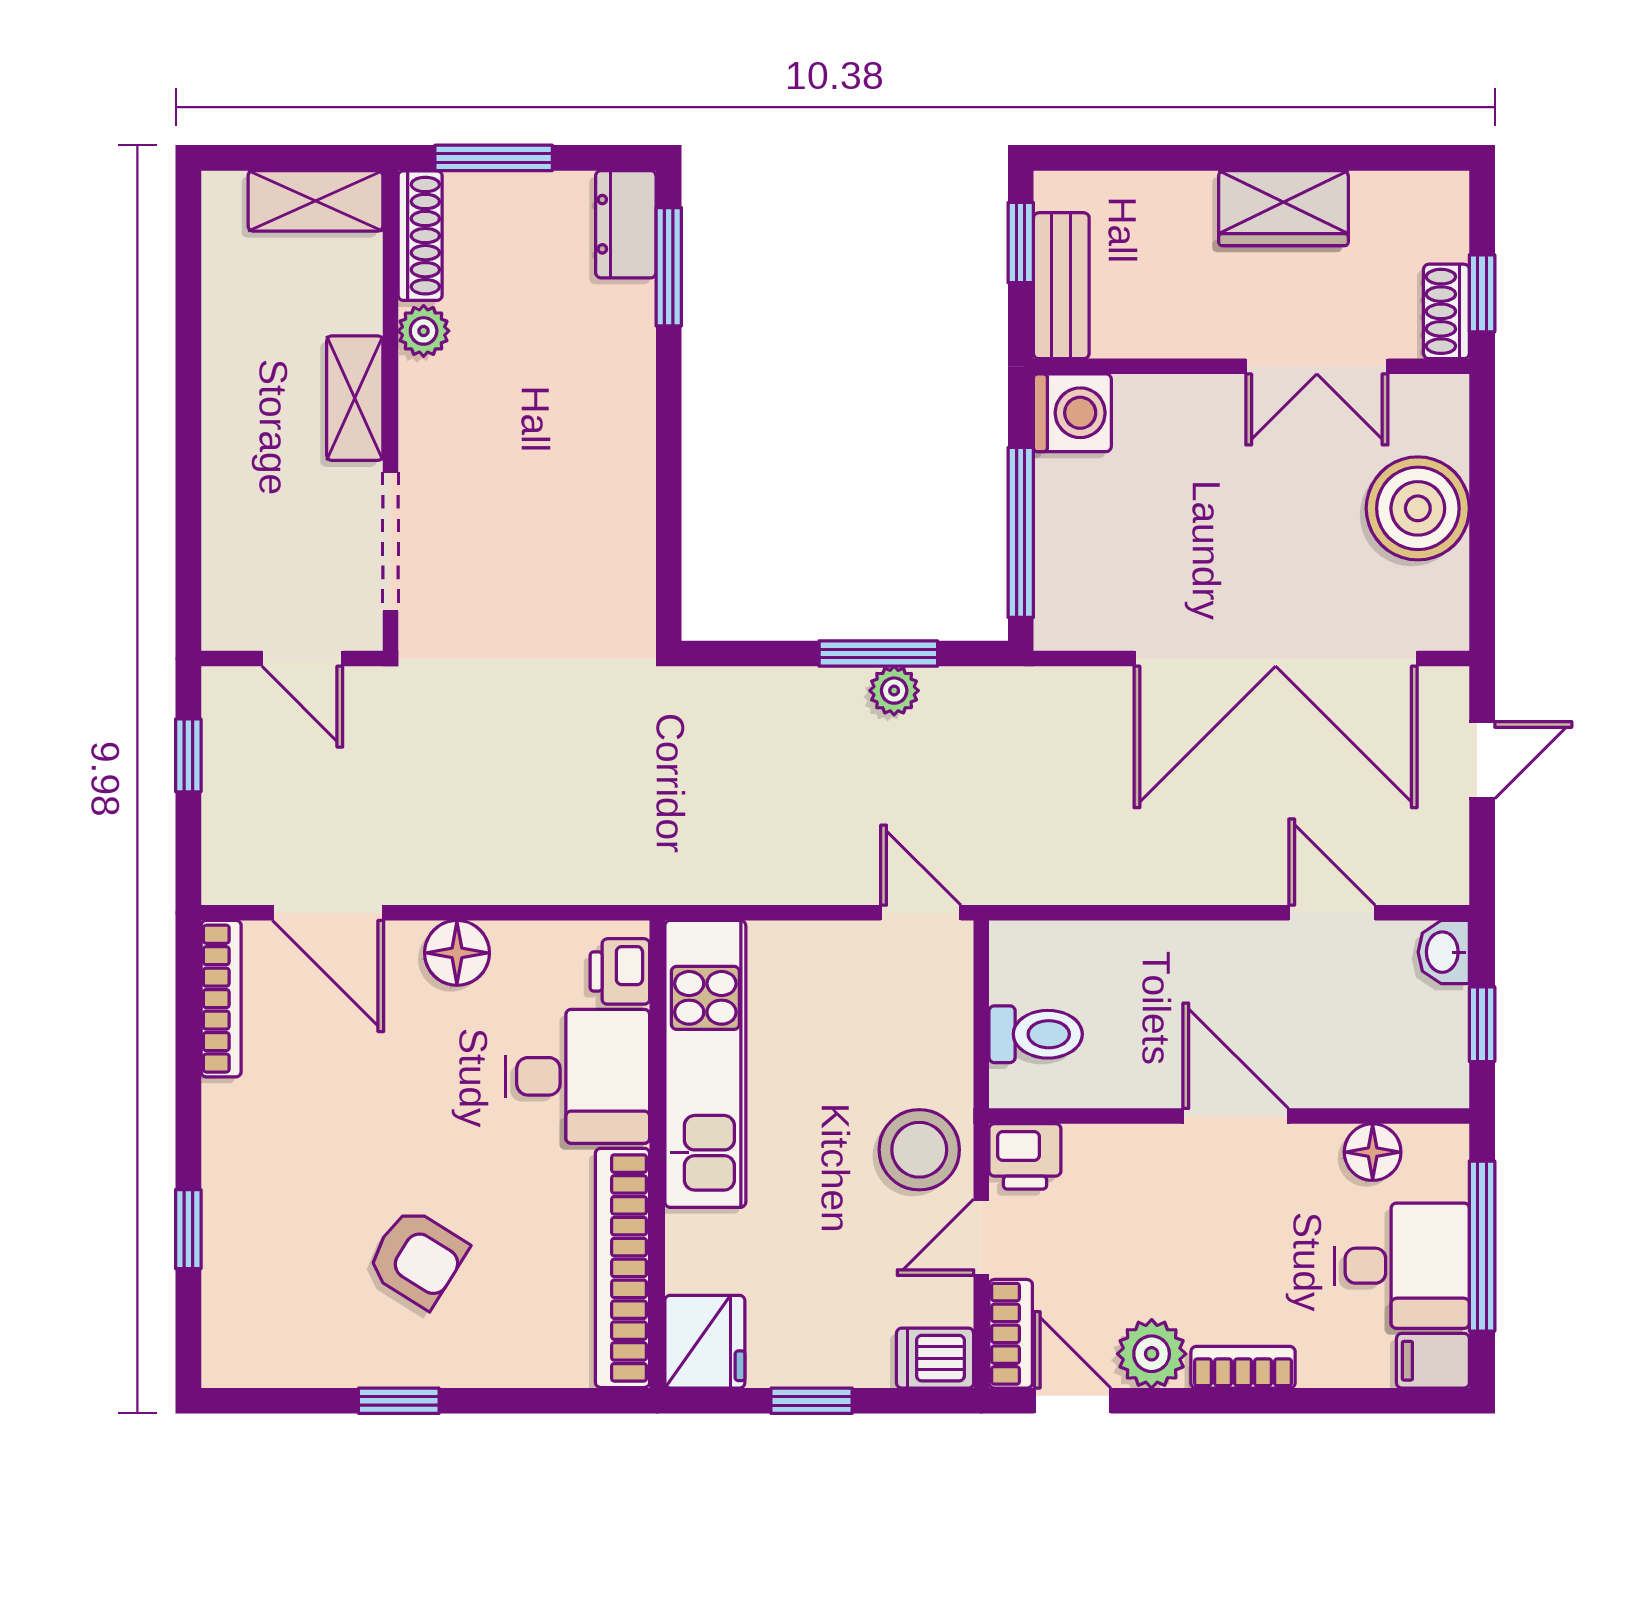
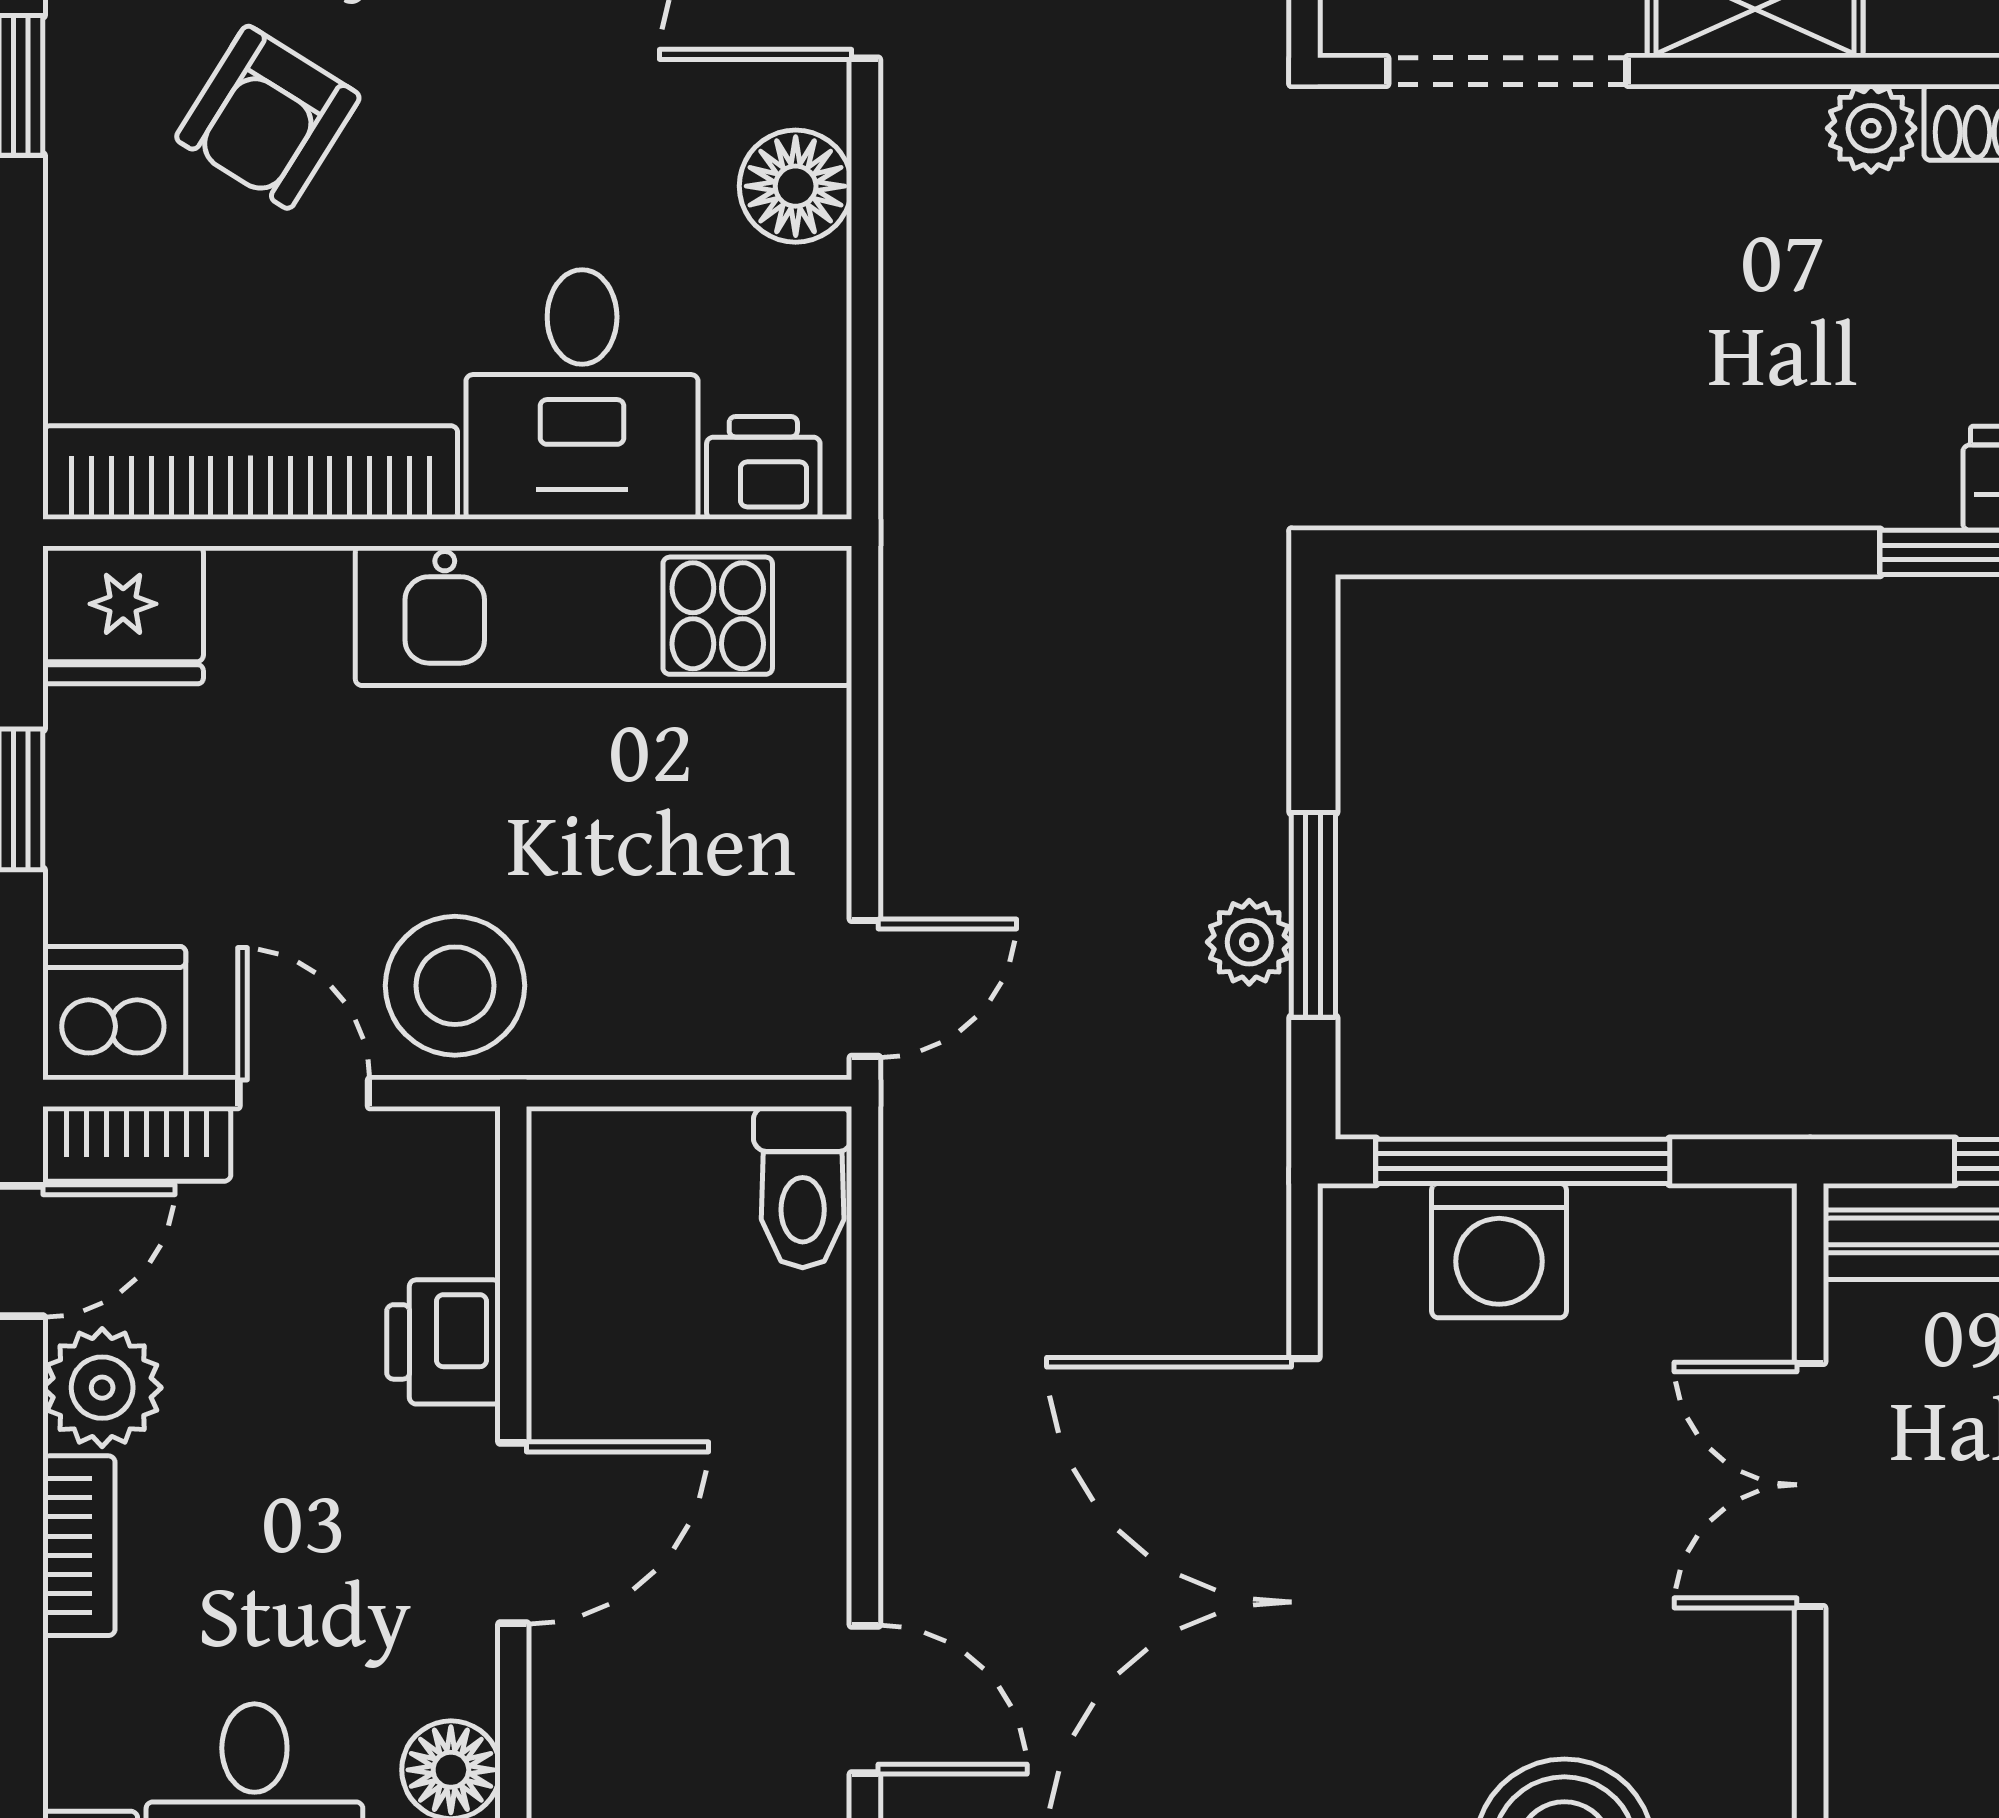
double door: (1317, 366) -> (1810, 1485), moved
washing machine: (1072, 413) -> (1499, 1251), moved
door: (1332, 913) -> (865, 1700), hinge flipped
toilet: (1036, 1034) -> (803, 1187), moved
printer: (1025, 1156) -> (443, 1342), moved
dishwasher: (935, 1358) -> (114, 1013), width x1.38

